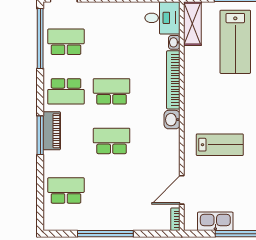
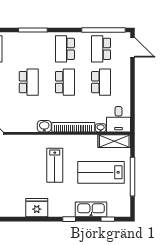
school desk: (66, 42) -> (101, 49), turned 180
school desk: (112, 42) -> (101, 82), added
piano: (52, 131) -> (36, 38), removed
lab bench: (220, 145) -> (55, 165), moved

